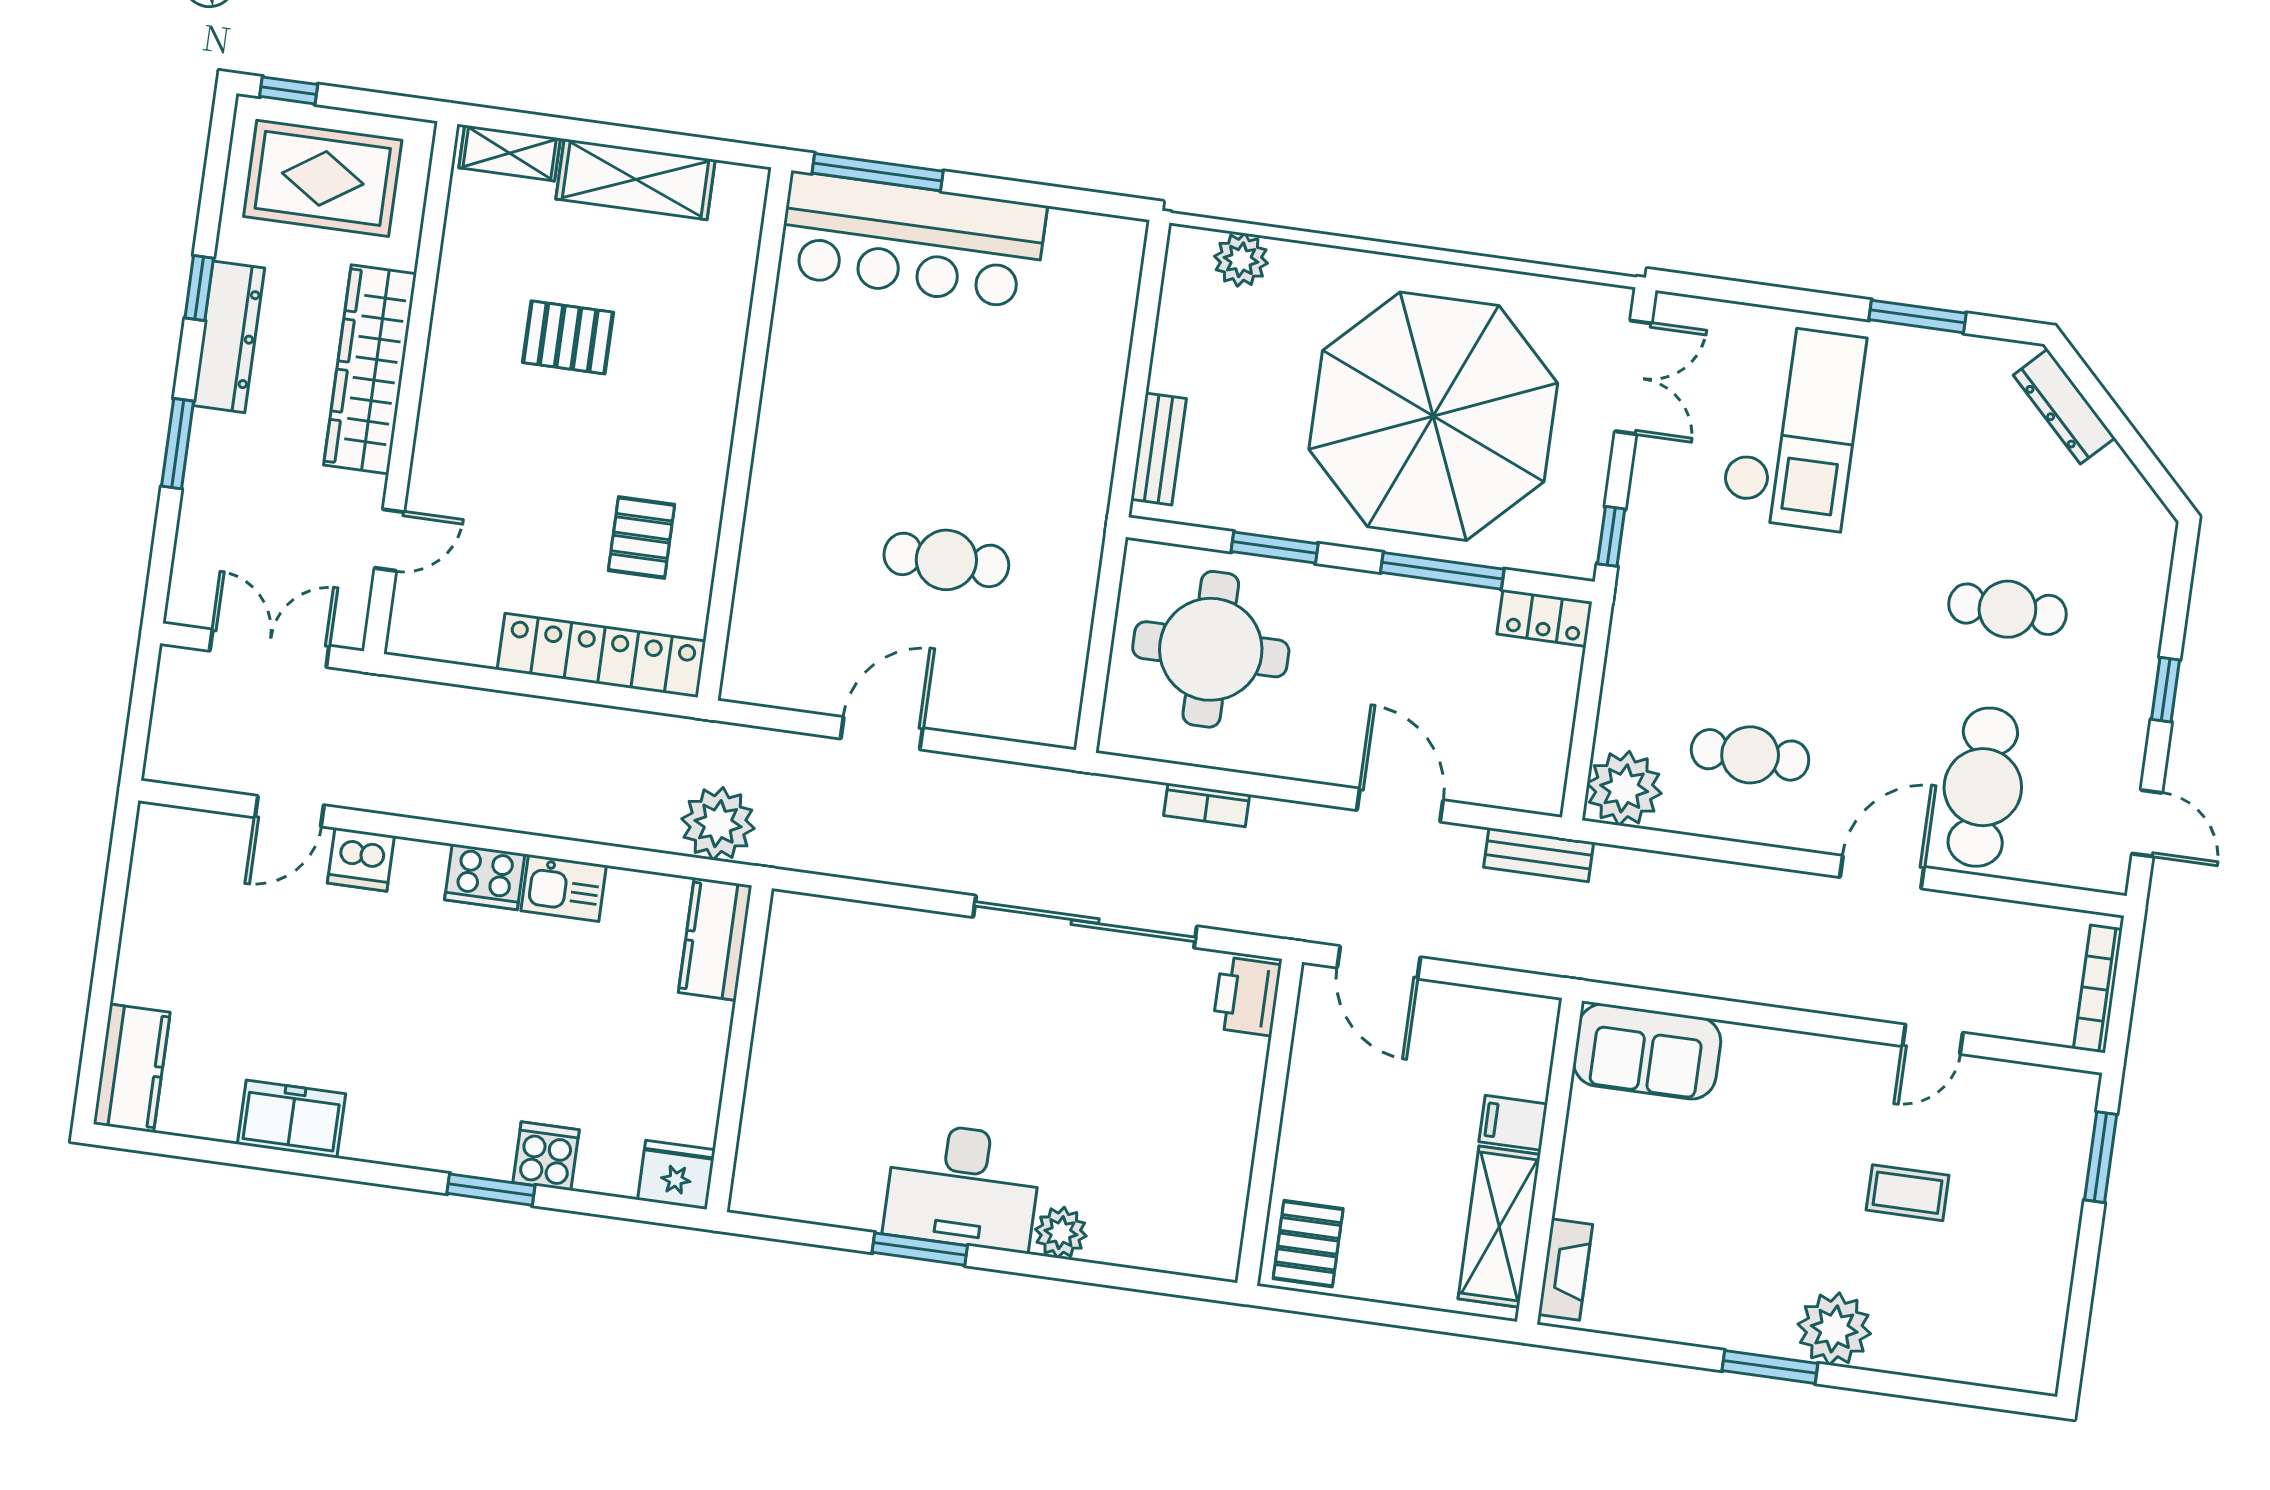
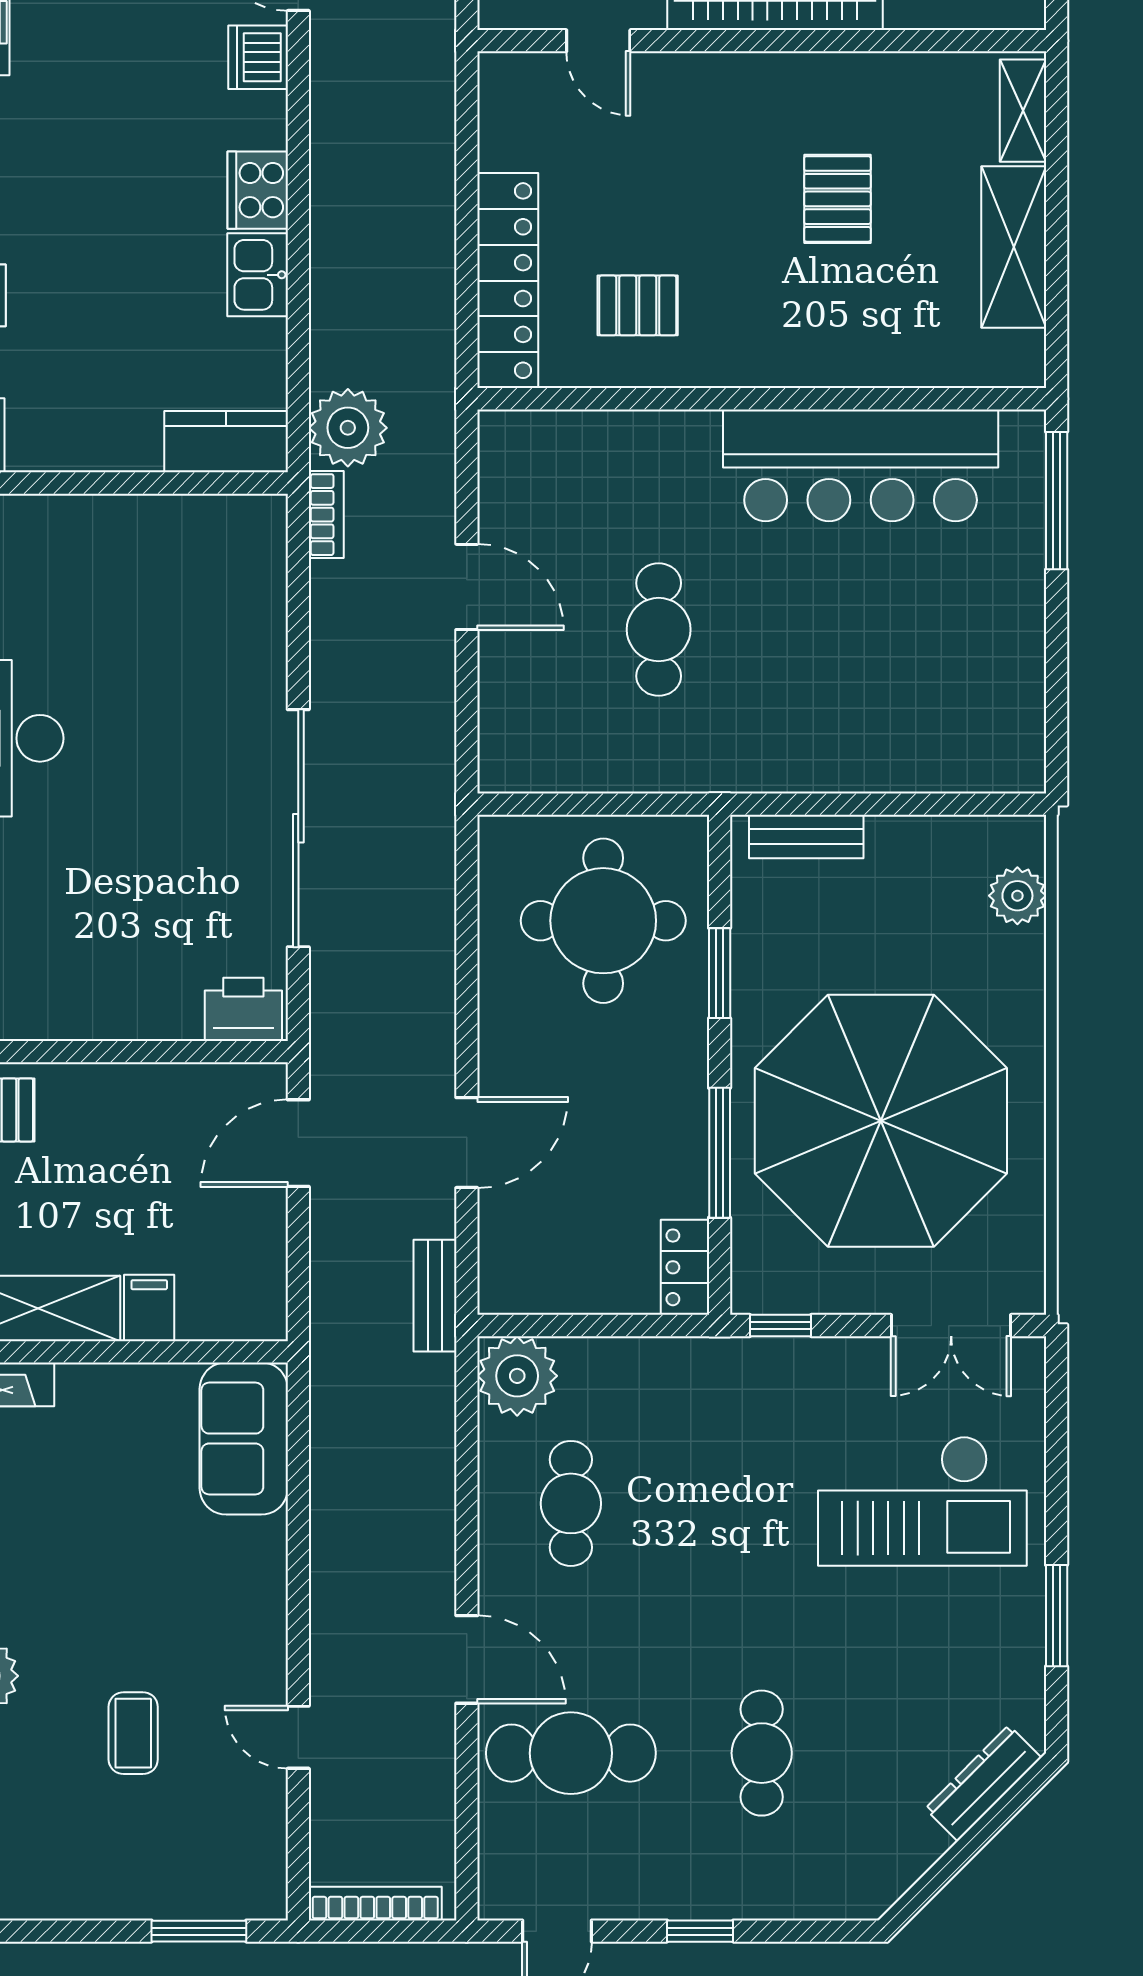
bar counter: (912, 240) -> (861, 465), moved, turned -90
bookcase: (1207, 805) -> (326, 515), moved, turned 180

